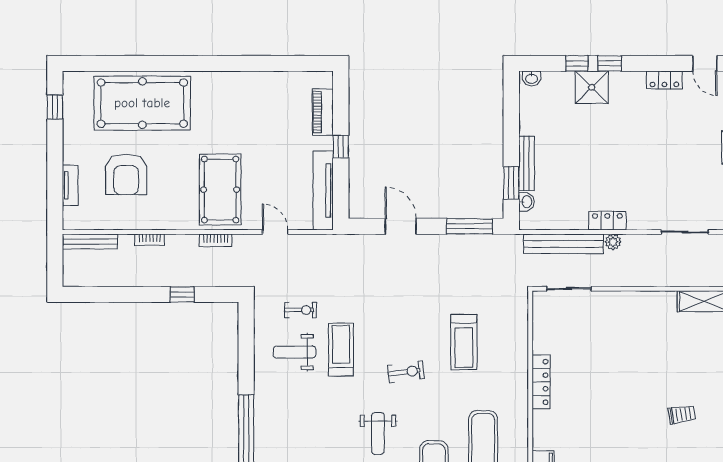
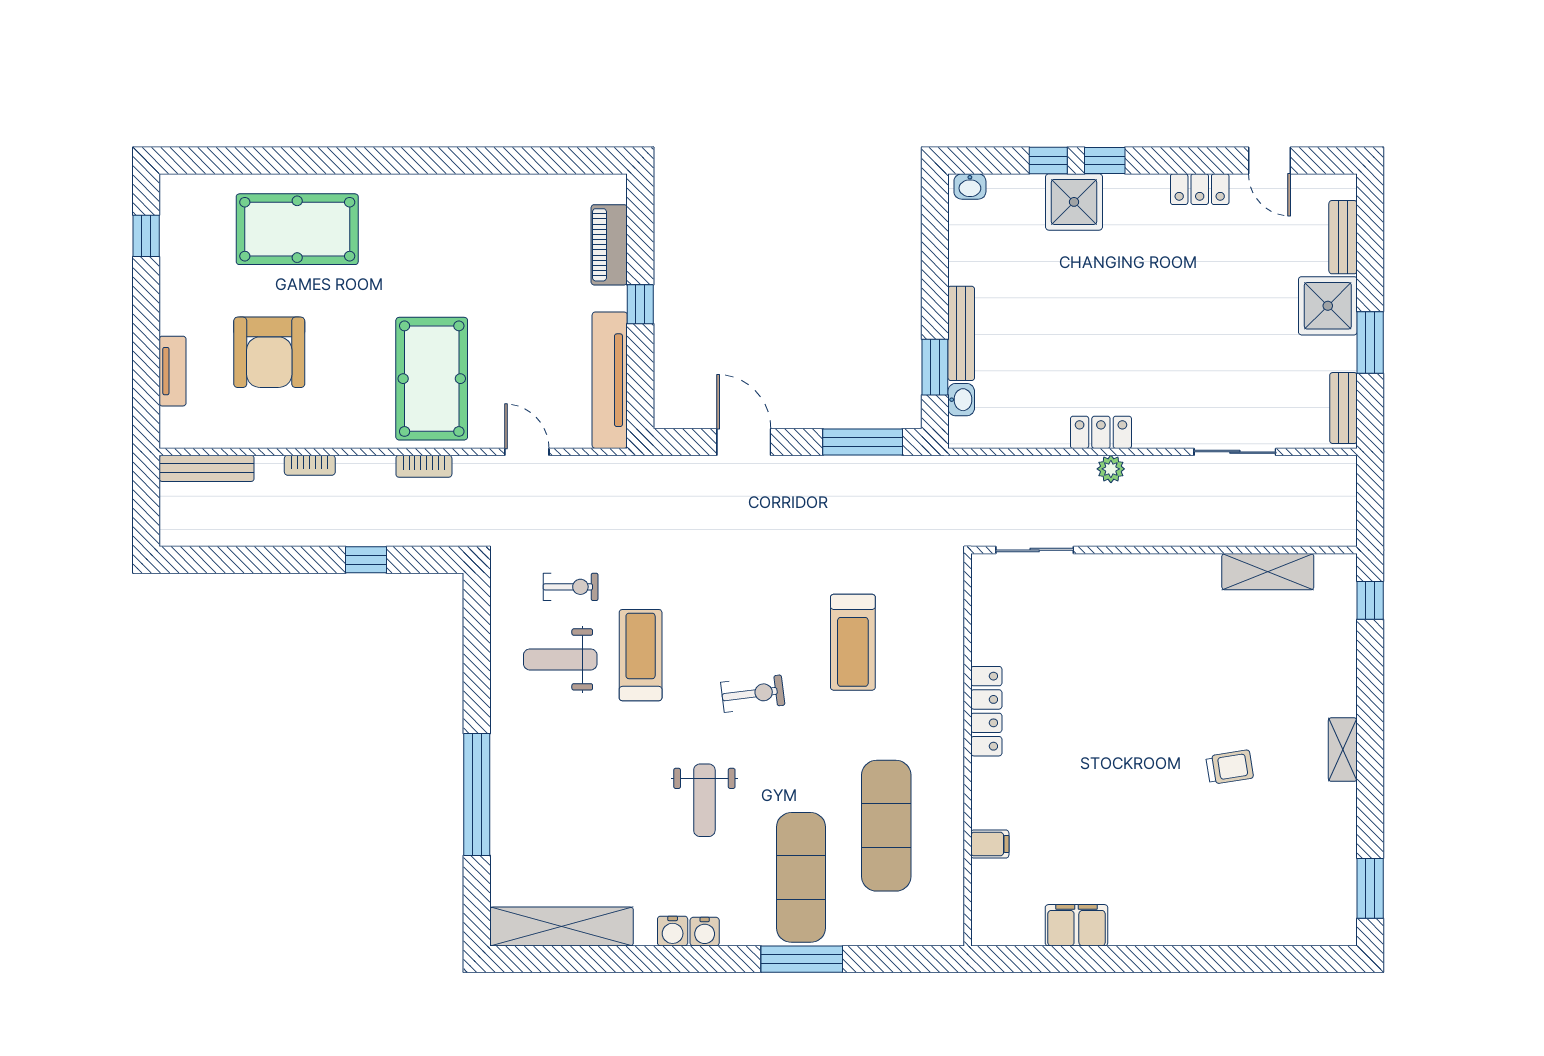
pool table: (142, 103) -> (297, 229), width x0.73, depth x0.76
bench: (564, 244) -> (1025, 472), removed

